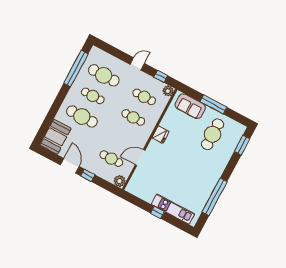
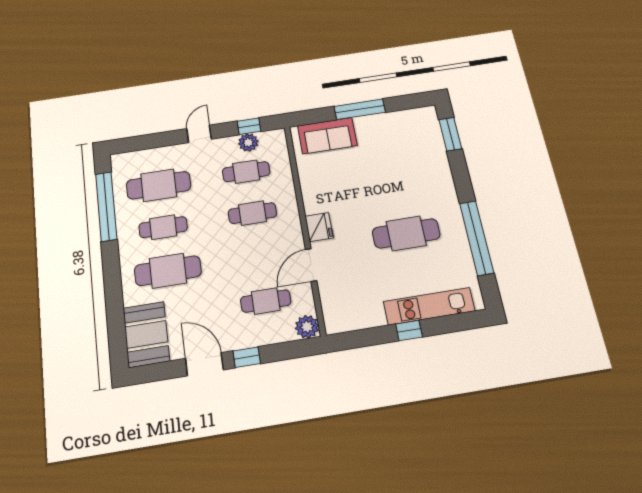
plant: (168, 91) -> (248, 142), moved
cafe table: (212, 134) -> (406, 233), moved, turned 90
fridge: (161, 135) -> (319, 227), moved

